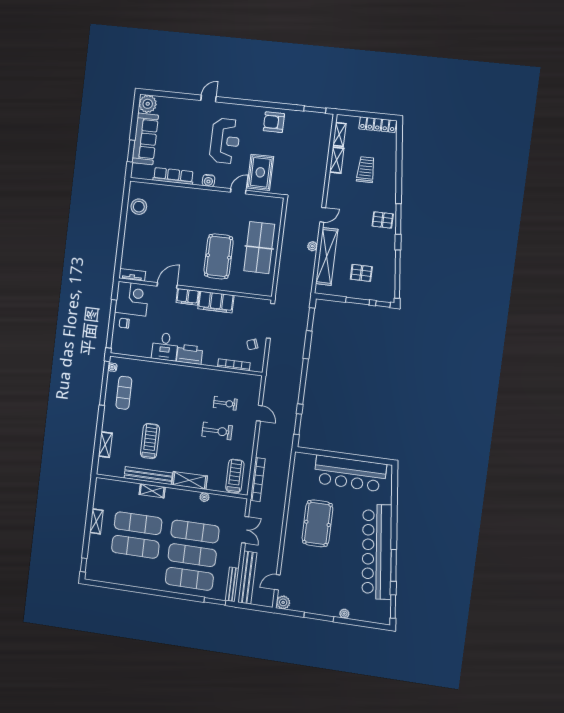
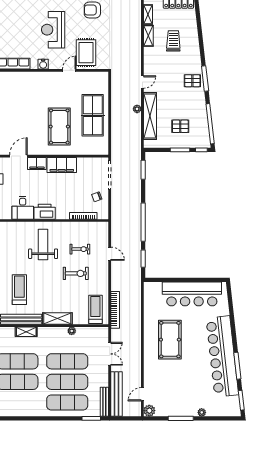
reception desk: (225, 141) -> (53, 30), turned 180
weight bench: (183, 392) -> (43, 245), added

